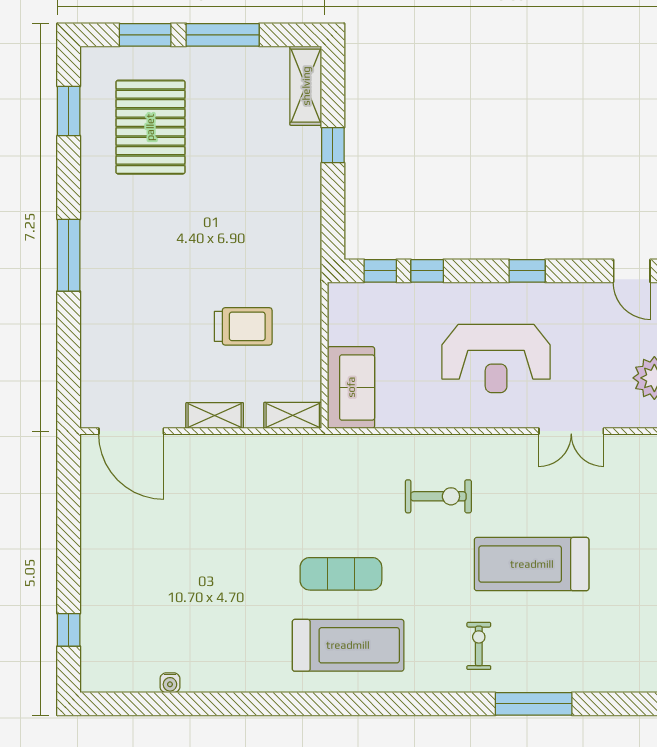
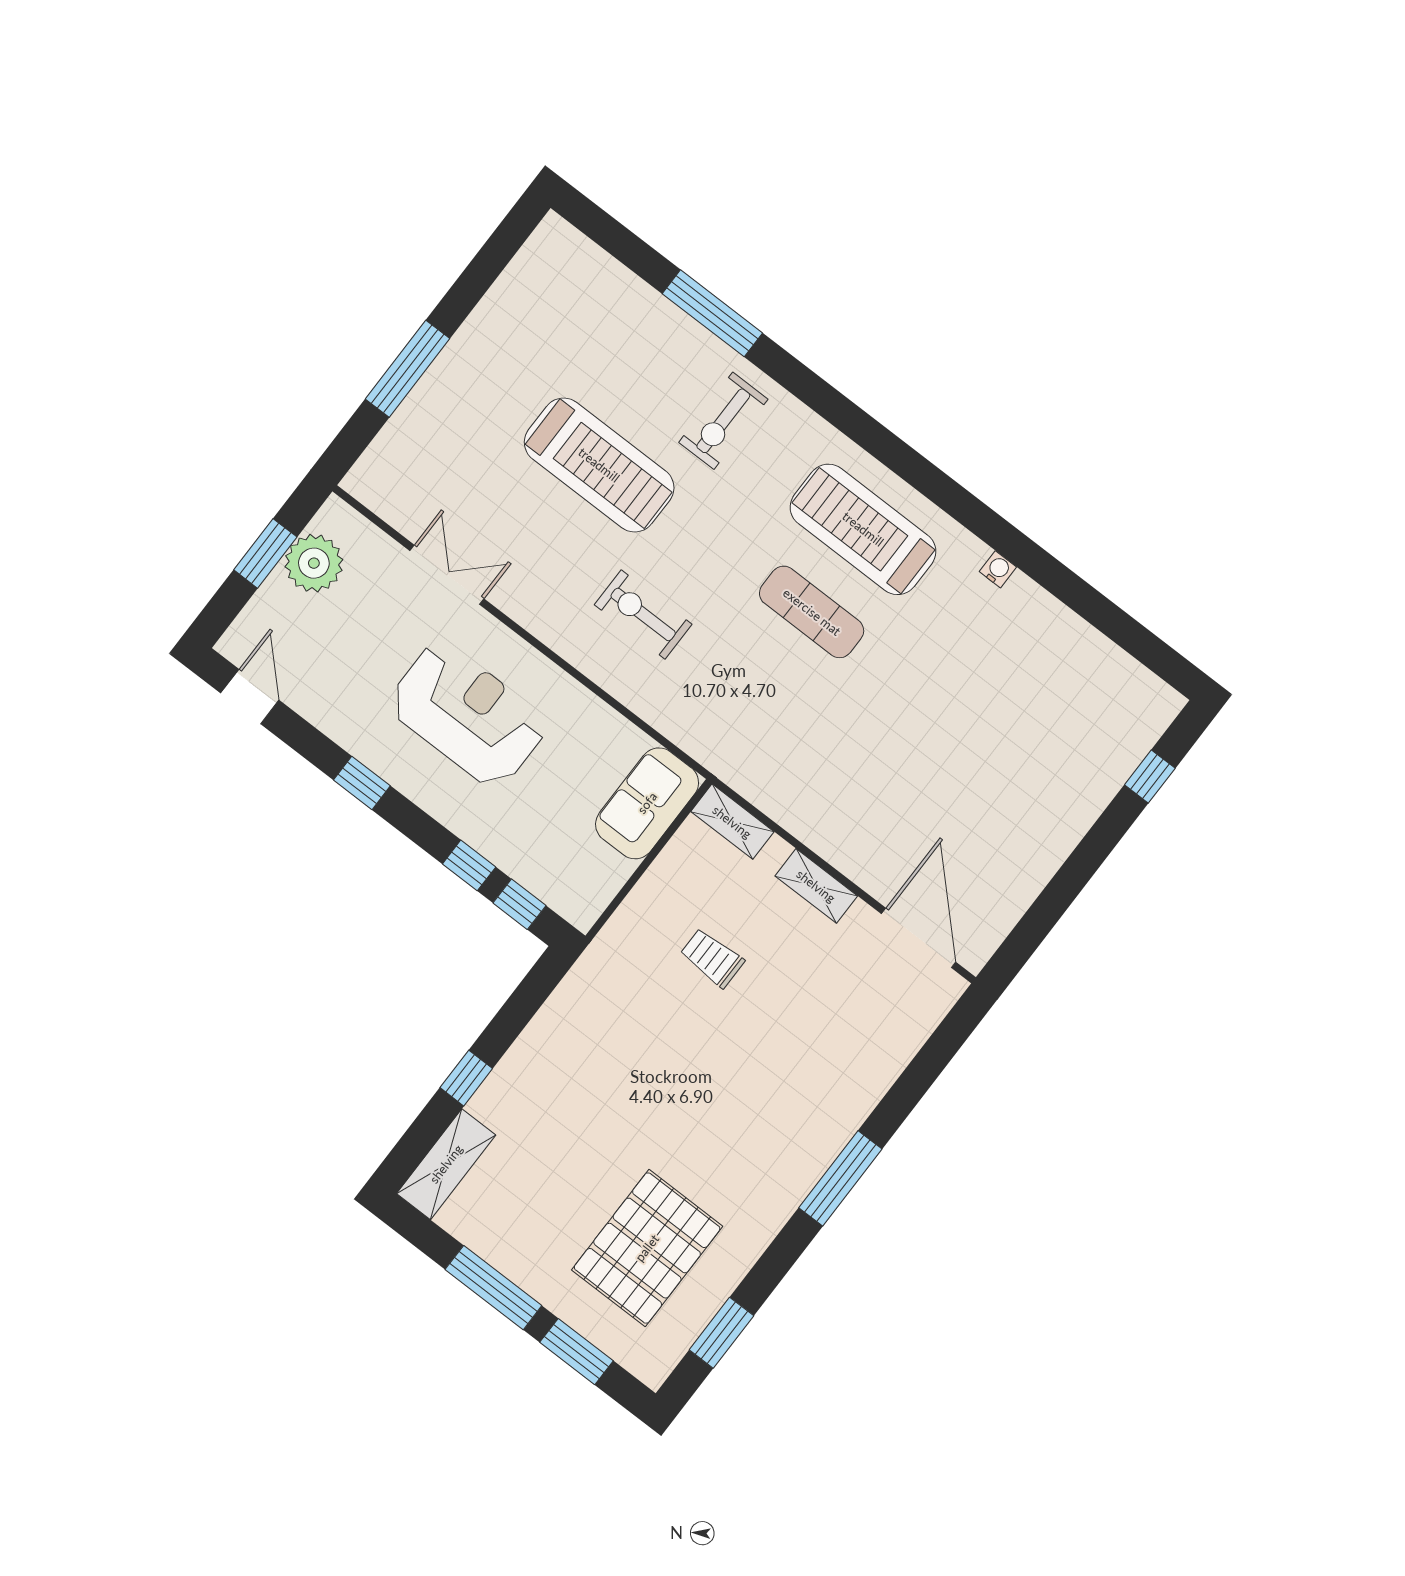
trolley: (243, 326) -> (712, 958), width x0.73, depth x0.72
exercise bike: (479, 646) -> (723, 421), width x1.38, depth x1.39
water cooler: (170, 683) -> (998, 569), moved

